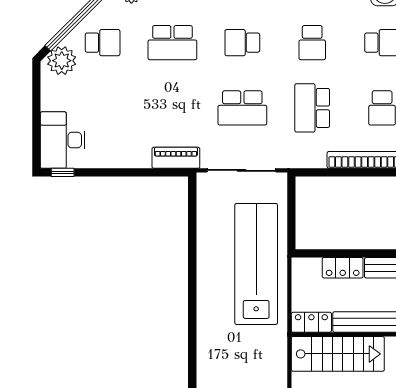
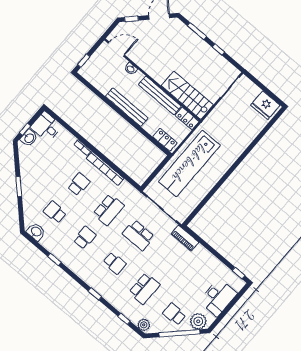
school desk: (172, 43) -> (144, 289), turned 90
school desk: (242, 108) -> (138, 235), turned 180
desk: (63, 140) -> (218, 297), moved
locker: (343, 268) -> (165, 140), moved

